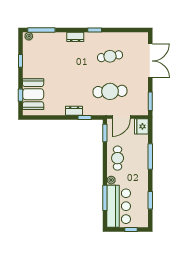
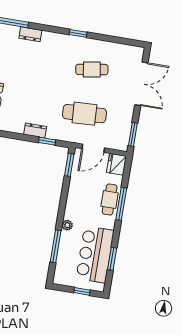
dresser: (75, 37) -> (30, 34), moved
cafe table: (118, 158) -> (110, 200), moved
bar counter: (119, 206) -> (95, 254), moved, turned 180

